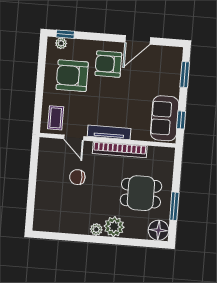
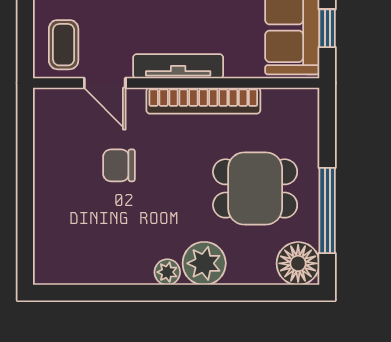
window: (174, 206) -> (327, 211), width x1.44

